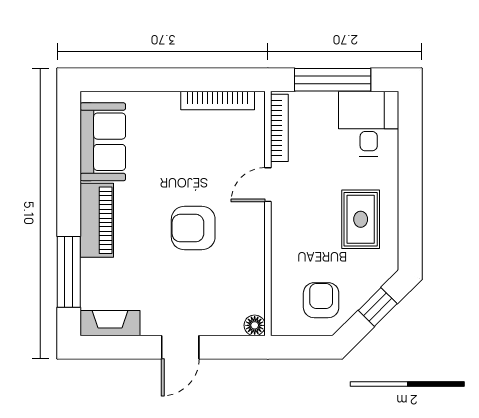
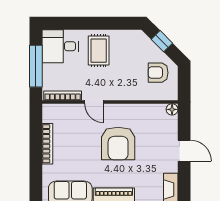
bookcase: (218, 101) -> (47, 144), moved
rug: (361, 219) -> (99, 51), moved, turned 90
armchair: (193, 228) -> (118, 143), width x1.36, depth x1.36

